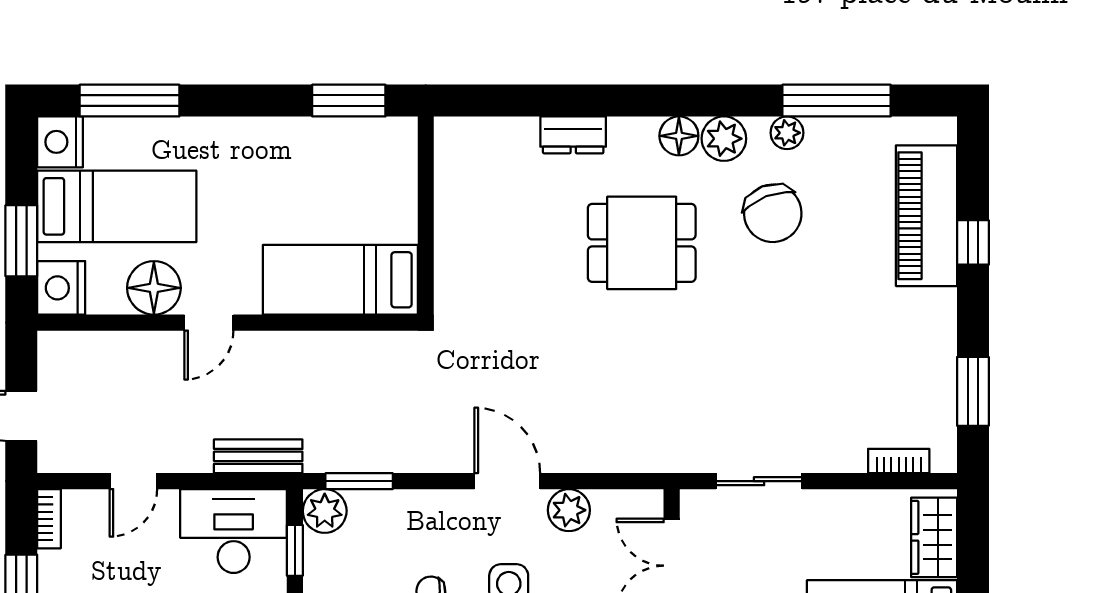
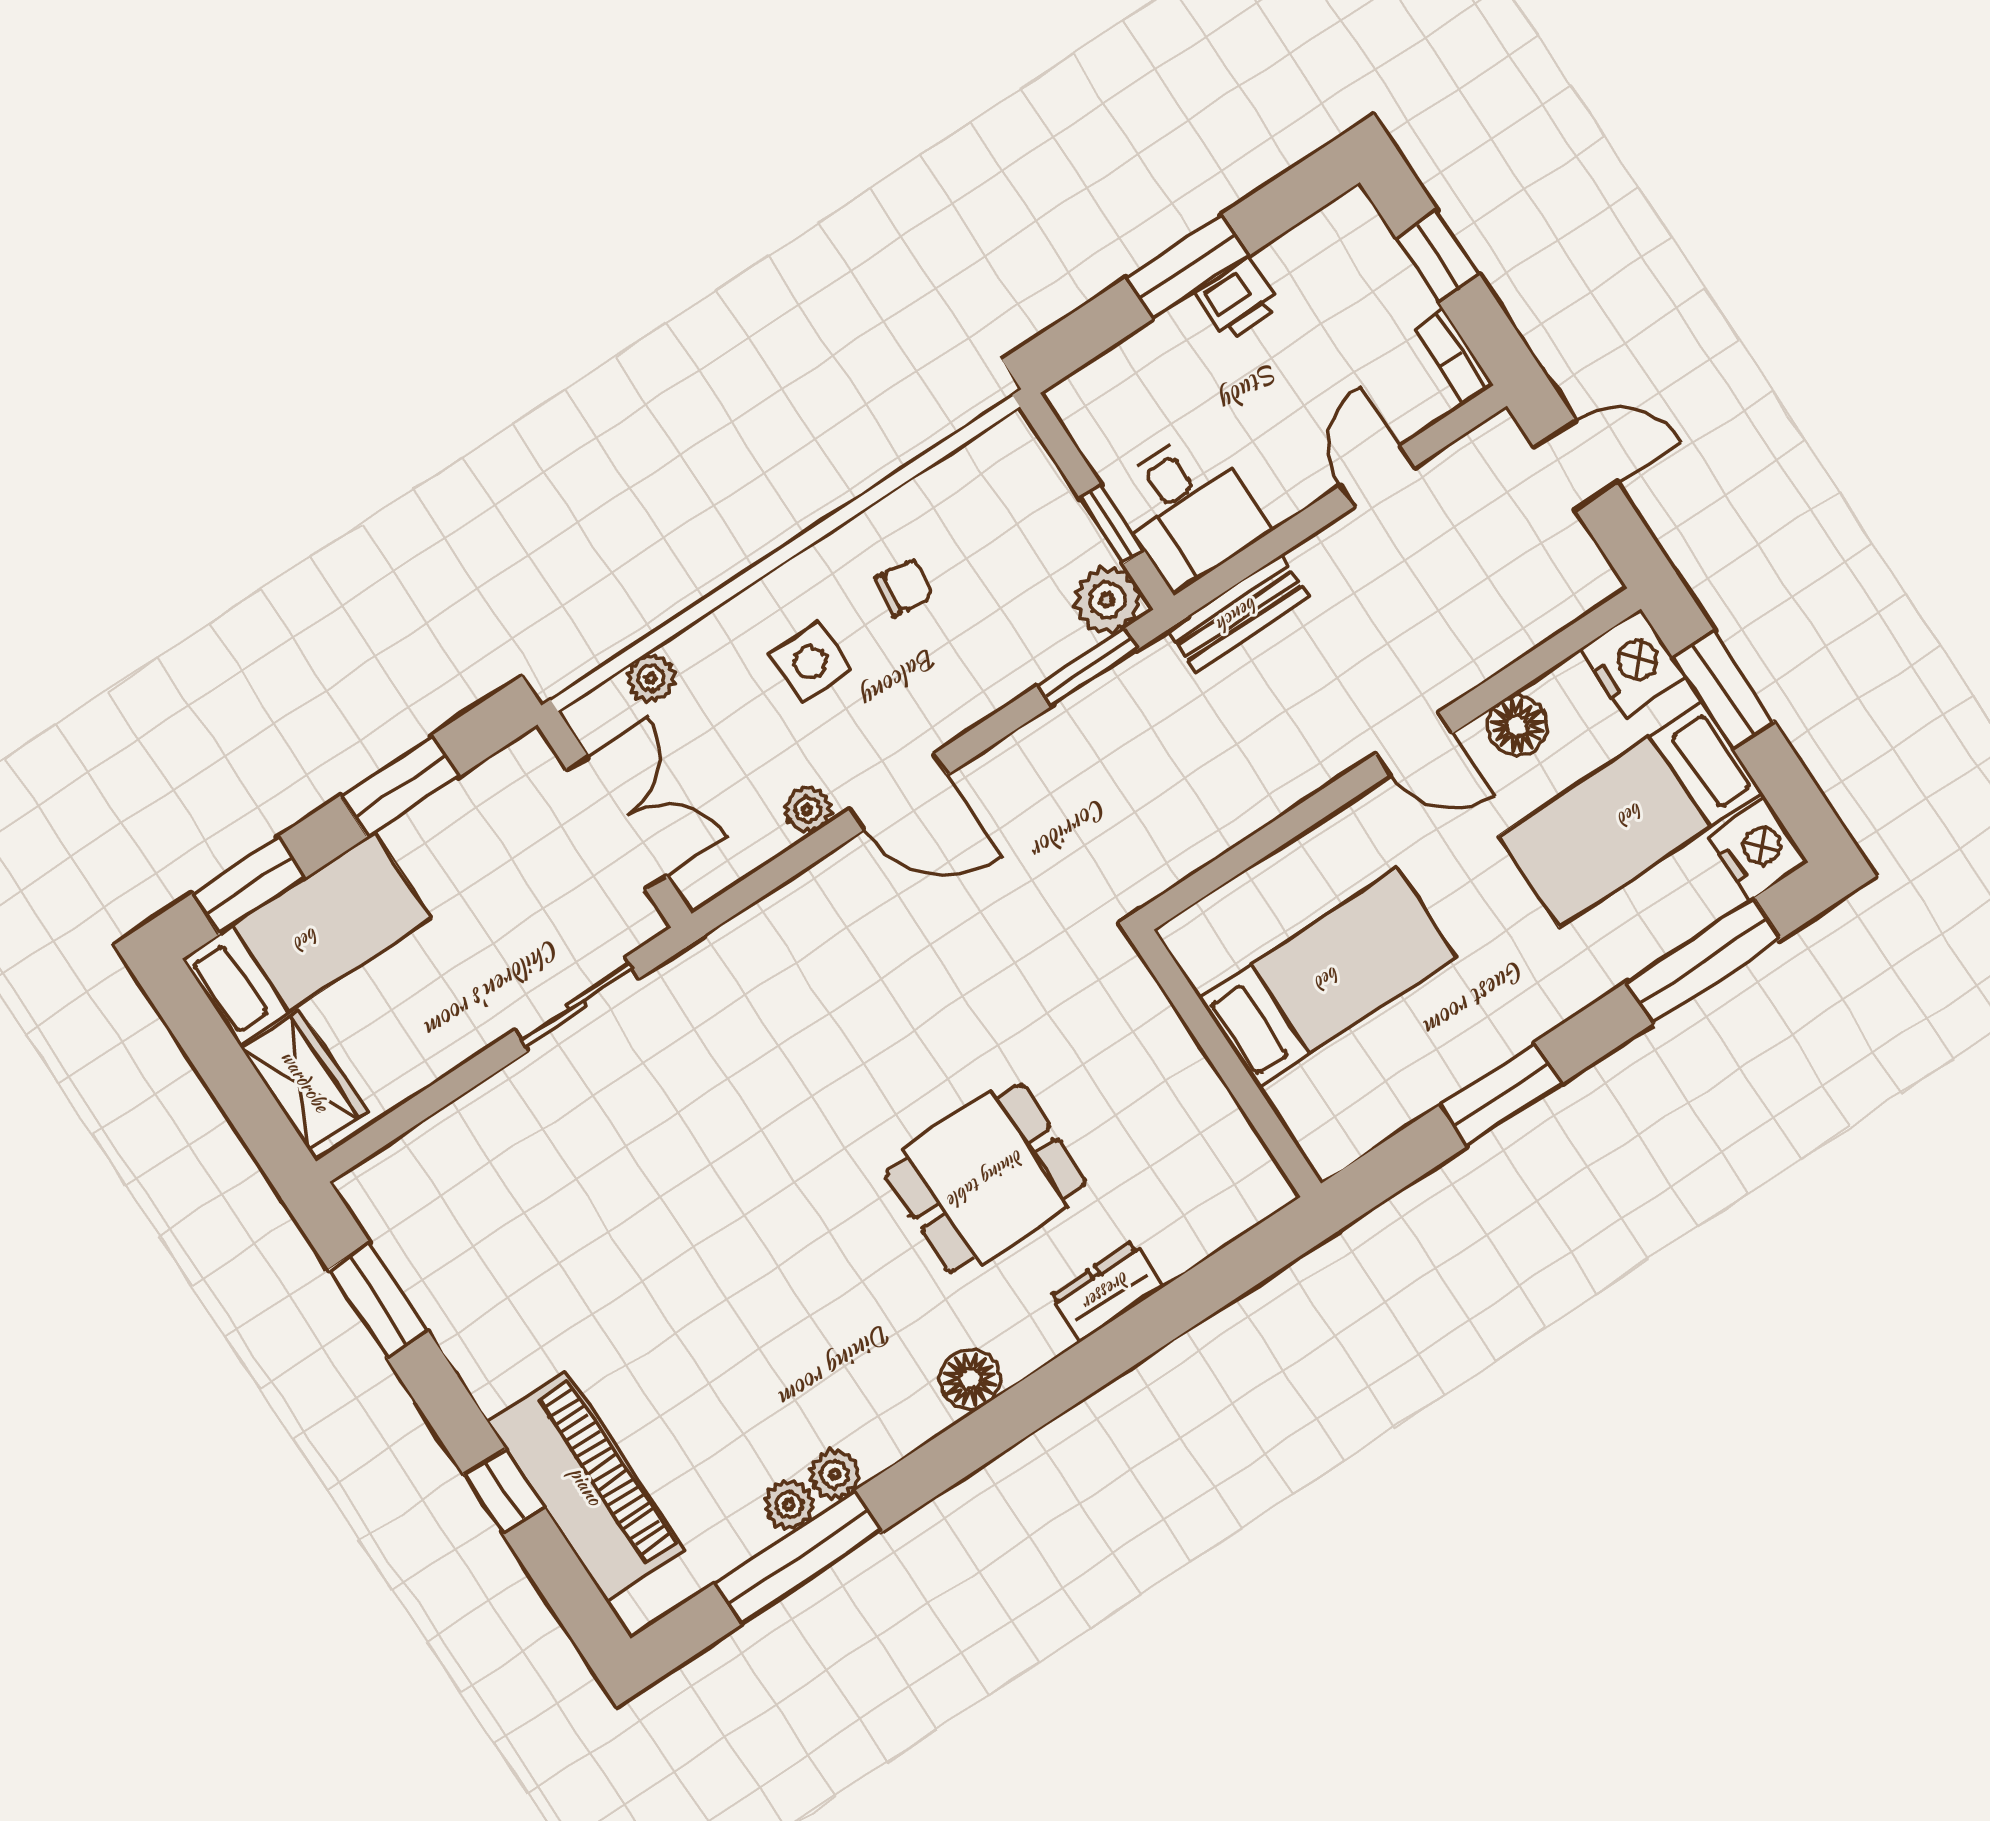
window: (349, 101) -> (1501, 1094), moved
plant: (724, 139) -> (789, 1505), moved, width x0.73, depth x0.73
chair: (773, 213) -> (785, 1359), removed
dining table: (642, 243) -> (986, 1179), moved
bed: (340, 280) -> (1328, 978), moved
floor lamp: (154, 288) -> (1517, 726), width x0.73, depth x0.73
door: (209, 323) -> (1414, 743), swing flipped
bookcase: (899, 461) -> (414, 1148), removed
plant: (569, 510) -> (807, 810), width x0.73, depth x0.73
desk: (234, 531) -> (1188, 510), width x0.73

